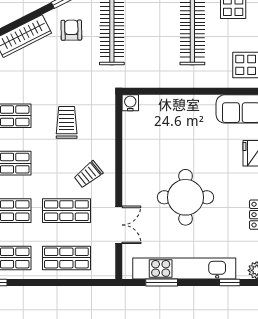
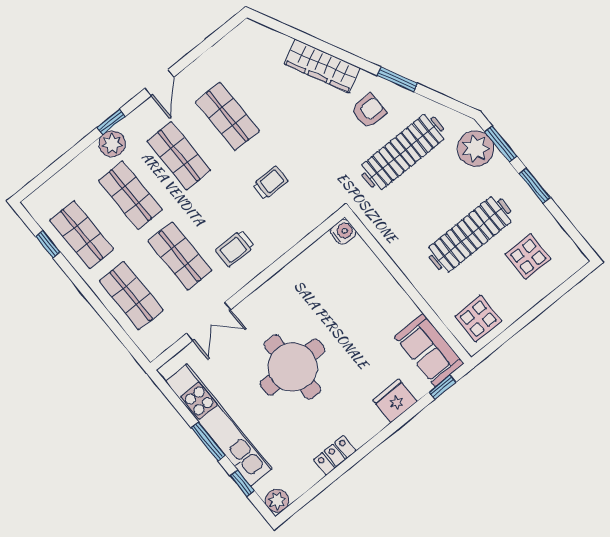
trolley: (67, 122) -> (270, 183), width x0.73, depth x0.72
trolley: (88, 174) -> (235, 248), turned -51
window: (162, 282) -> (208, 441), moved

